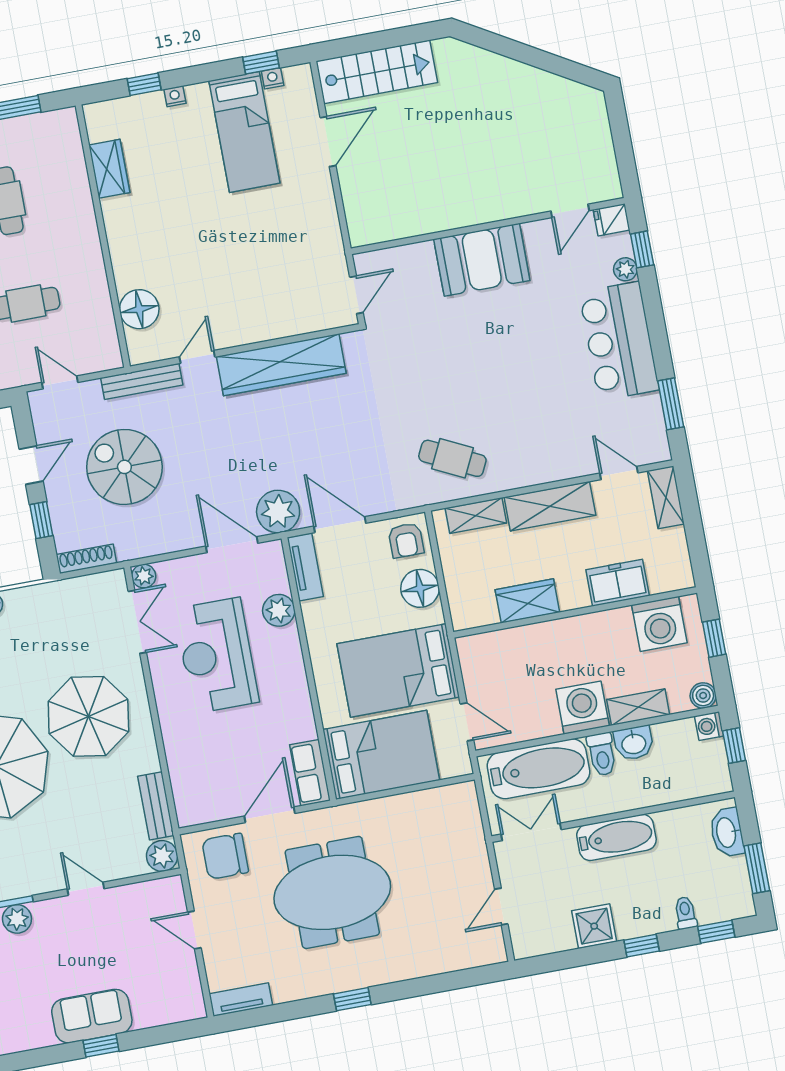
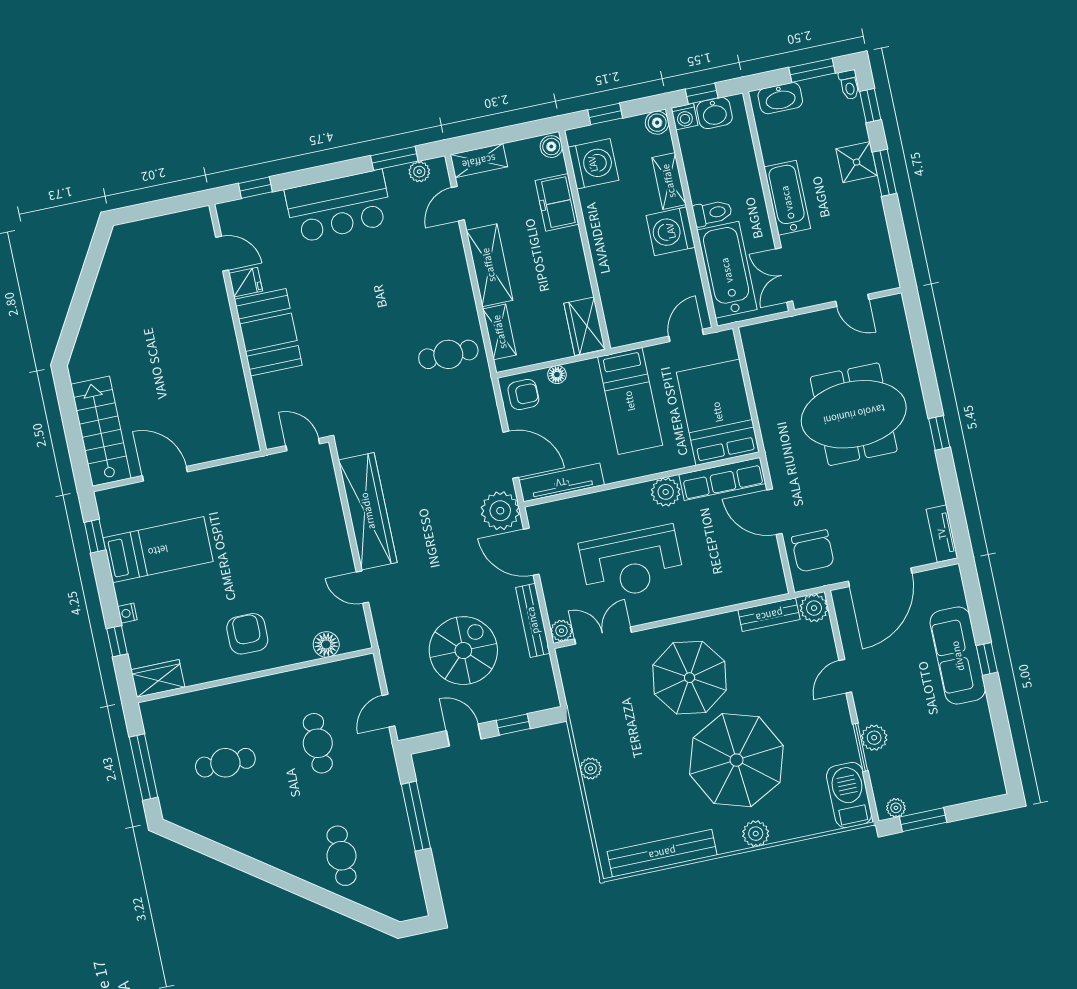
nightstand: (273, 78) -> (109, 525), removed
wardrobe: (109, 169) -> (158, 679), moved
fridge: (612, 220) -> (246, 282), moved, turned -90
armchair: (149, 228) -> (247, 634), added
plant: (625, 269) -> (419, 172), moved
floor lamp: (139, 309) -> (326, 644), width x0.73, depth x0.73
bench: (142, 381) -> (533, 620), moved
cafe table: (452, 458) -> (448, 354), turned 64
spiral stairs: (124, 467) -> (463, 651), turned 180
door: (340, 525) -> (511, 455), swing flipped
door: (232, 545) -> (531, 552), hinge flipped
shoe rack: (86, 559) -> (547, 683), removed
tv unit: (305, 567) -> (561, 482), width x1.41
boiler: (680, 578) -> (551, 147), added
floor lamp: (420, 588) -> (557, 375), width x0.53, depth x0.53
wardrobe: (527, 601) -> (585, 326), moved
plant: (279, 610) -> (666, 492), moved
bed: (398, 670) -> (630, 401), width x0.67
washbasin: (634, 743) -> (714, 113), moved, turned 90
row of seats: (310, 773) -> (722, 479), width x1.48
meeting table: (332, 892) -> (854, 414), moved, turned 90
toilet: (685, 913) -> (849, 85), moved, turned -90
shower: (594, 926) -> (857, 162), moved
door: (194, 930) -> (880, 577), width x1.87
window: (642, 946) -> (884, 173), width x1.50
sofa: (92, 1016) -> (958, 656), width x1.36

